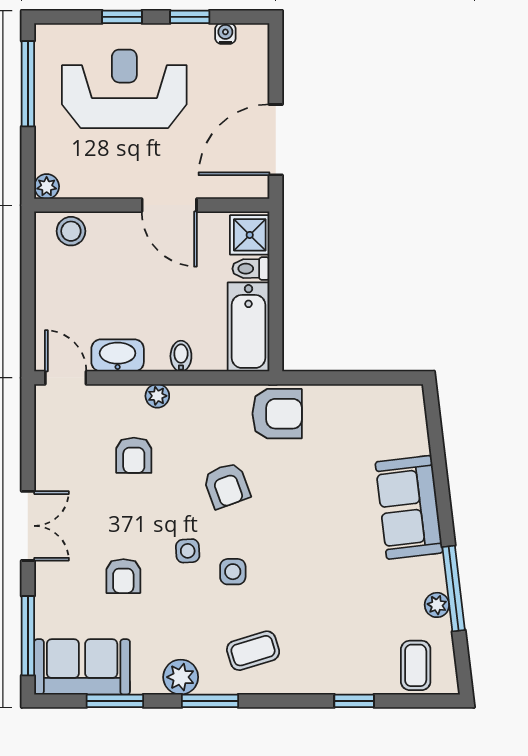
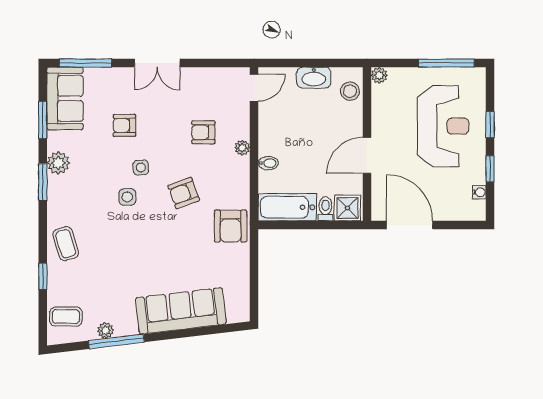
washbasin: (118, 355) -> (314, 78), moved, turned 90
sofa: (409, 507) -> (181, 311), width x1.36
coffee table: (253, 651) -> (66, 244), moved

